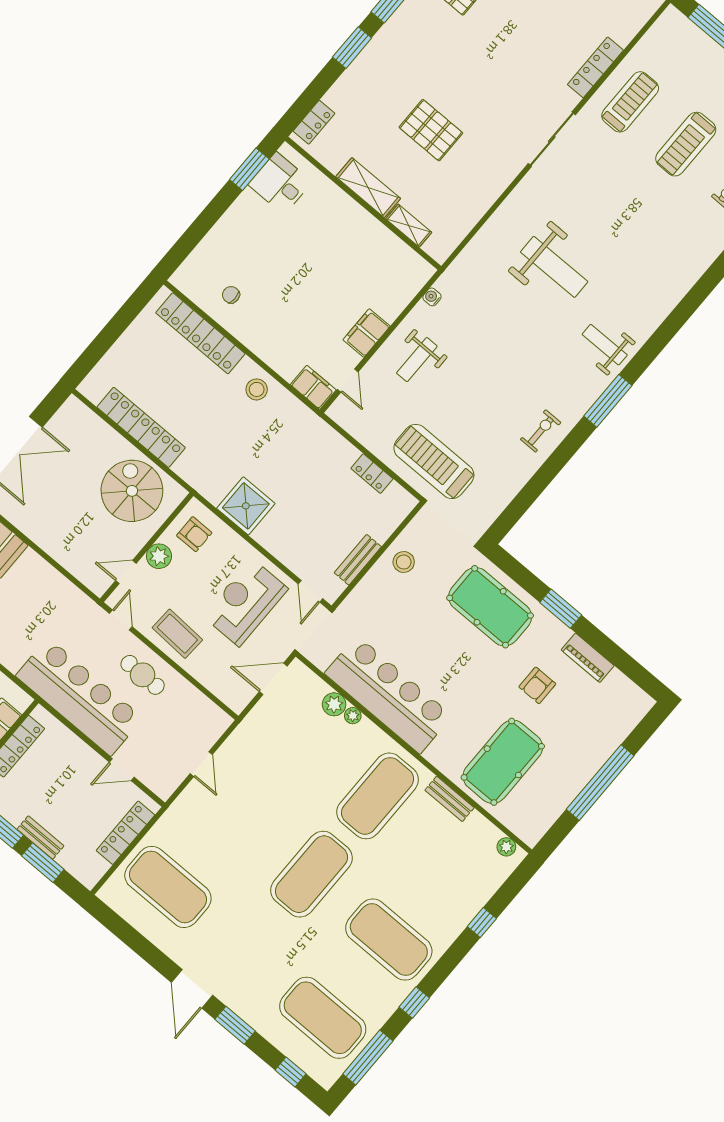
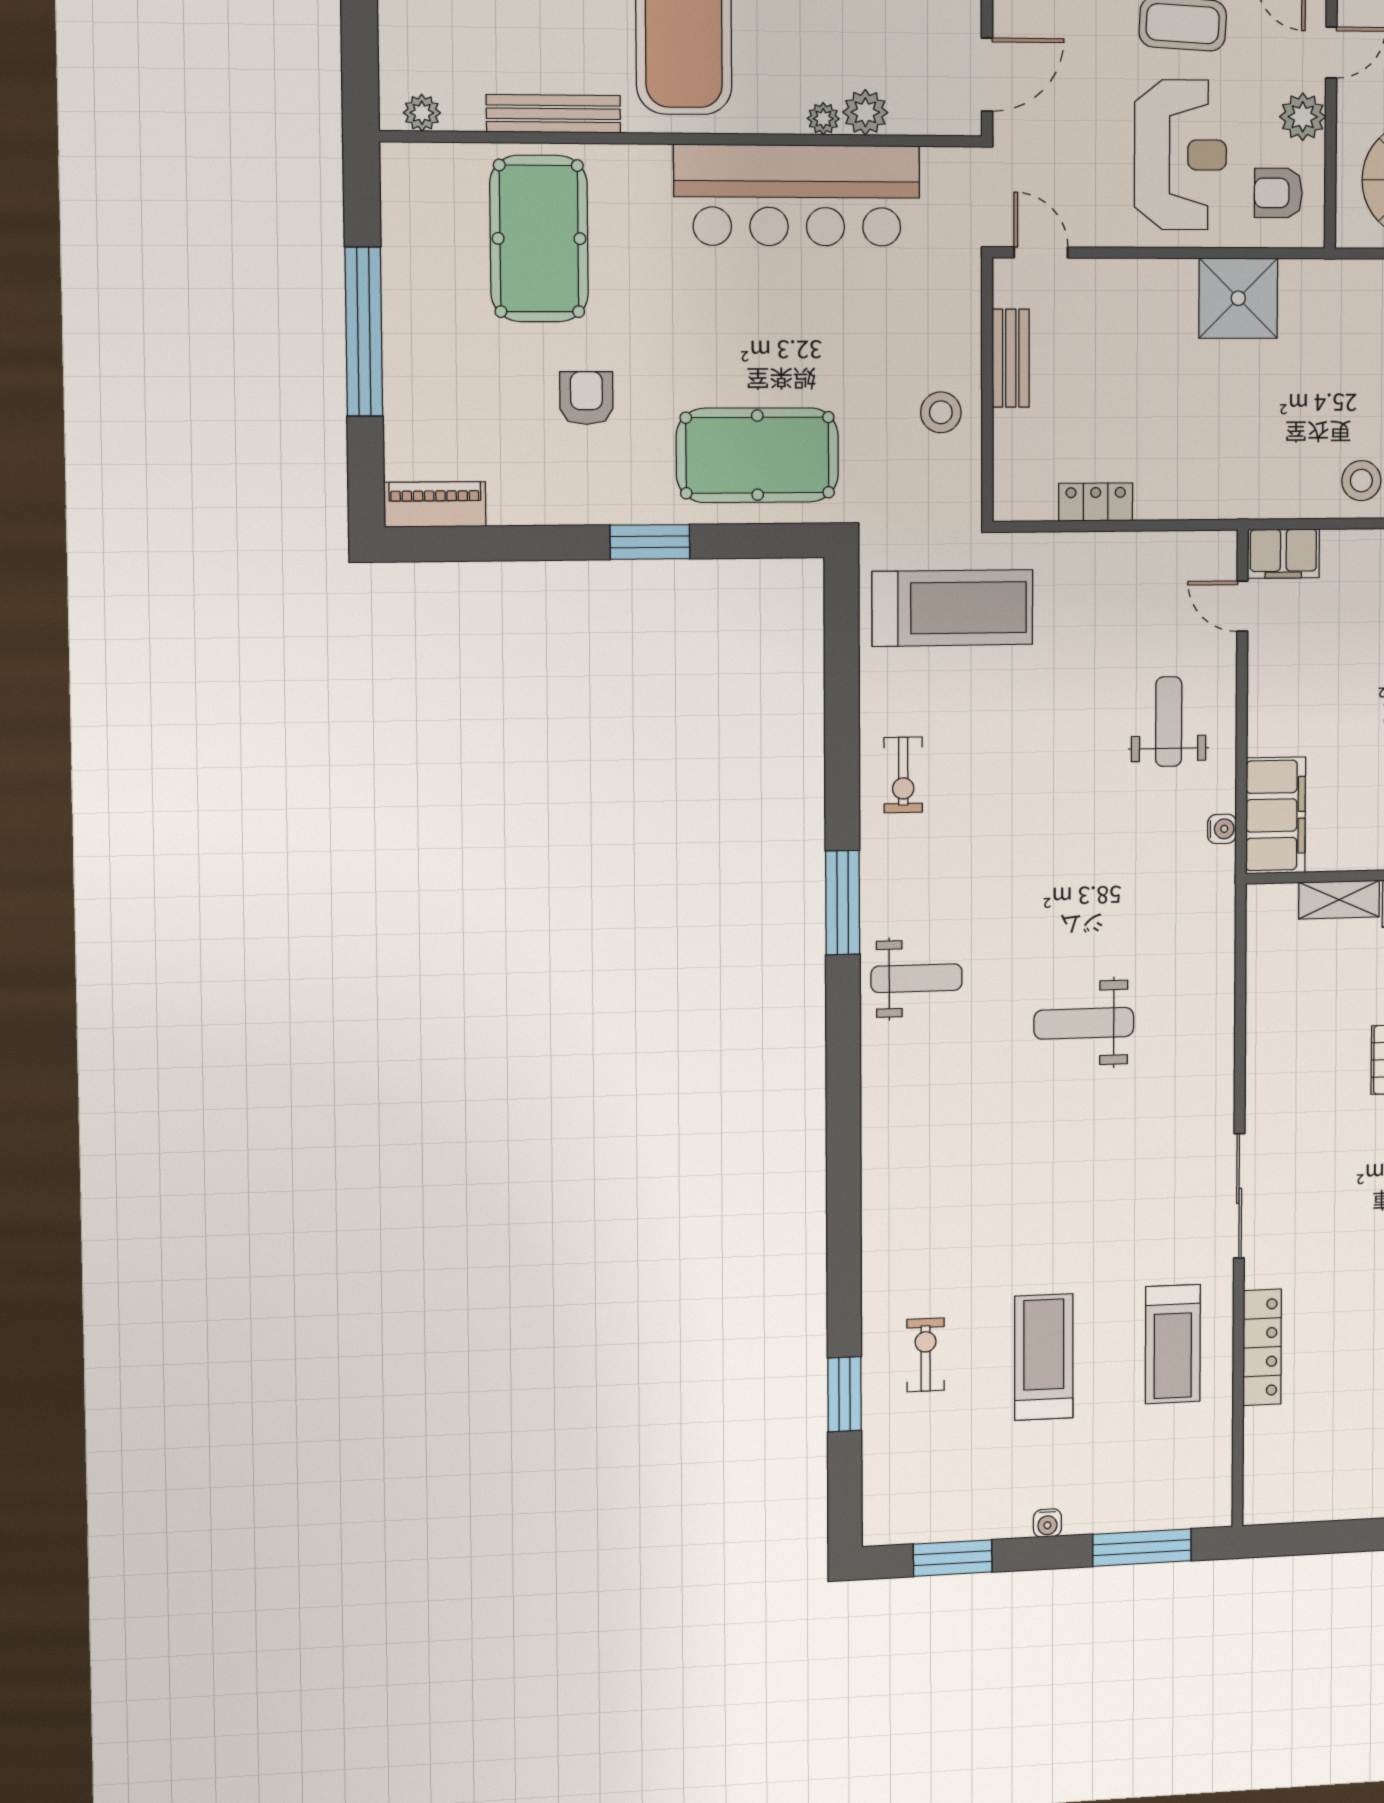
weight bench: (554, 267) -> (1084, 1023), width x0.73, depth x0.75
filing cabinet: (367, 333) -> (1276, 815), moved, width x1.50, depth x1.17
treadmill: (434, 461) -> (953, 608), moved
reception desk: (245, 602) -> (1180, 155), moved
piano: (588, 658) -> (435, 504), moved
bench: (449, 799) -> (553, 114), width x1.36

